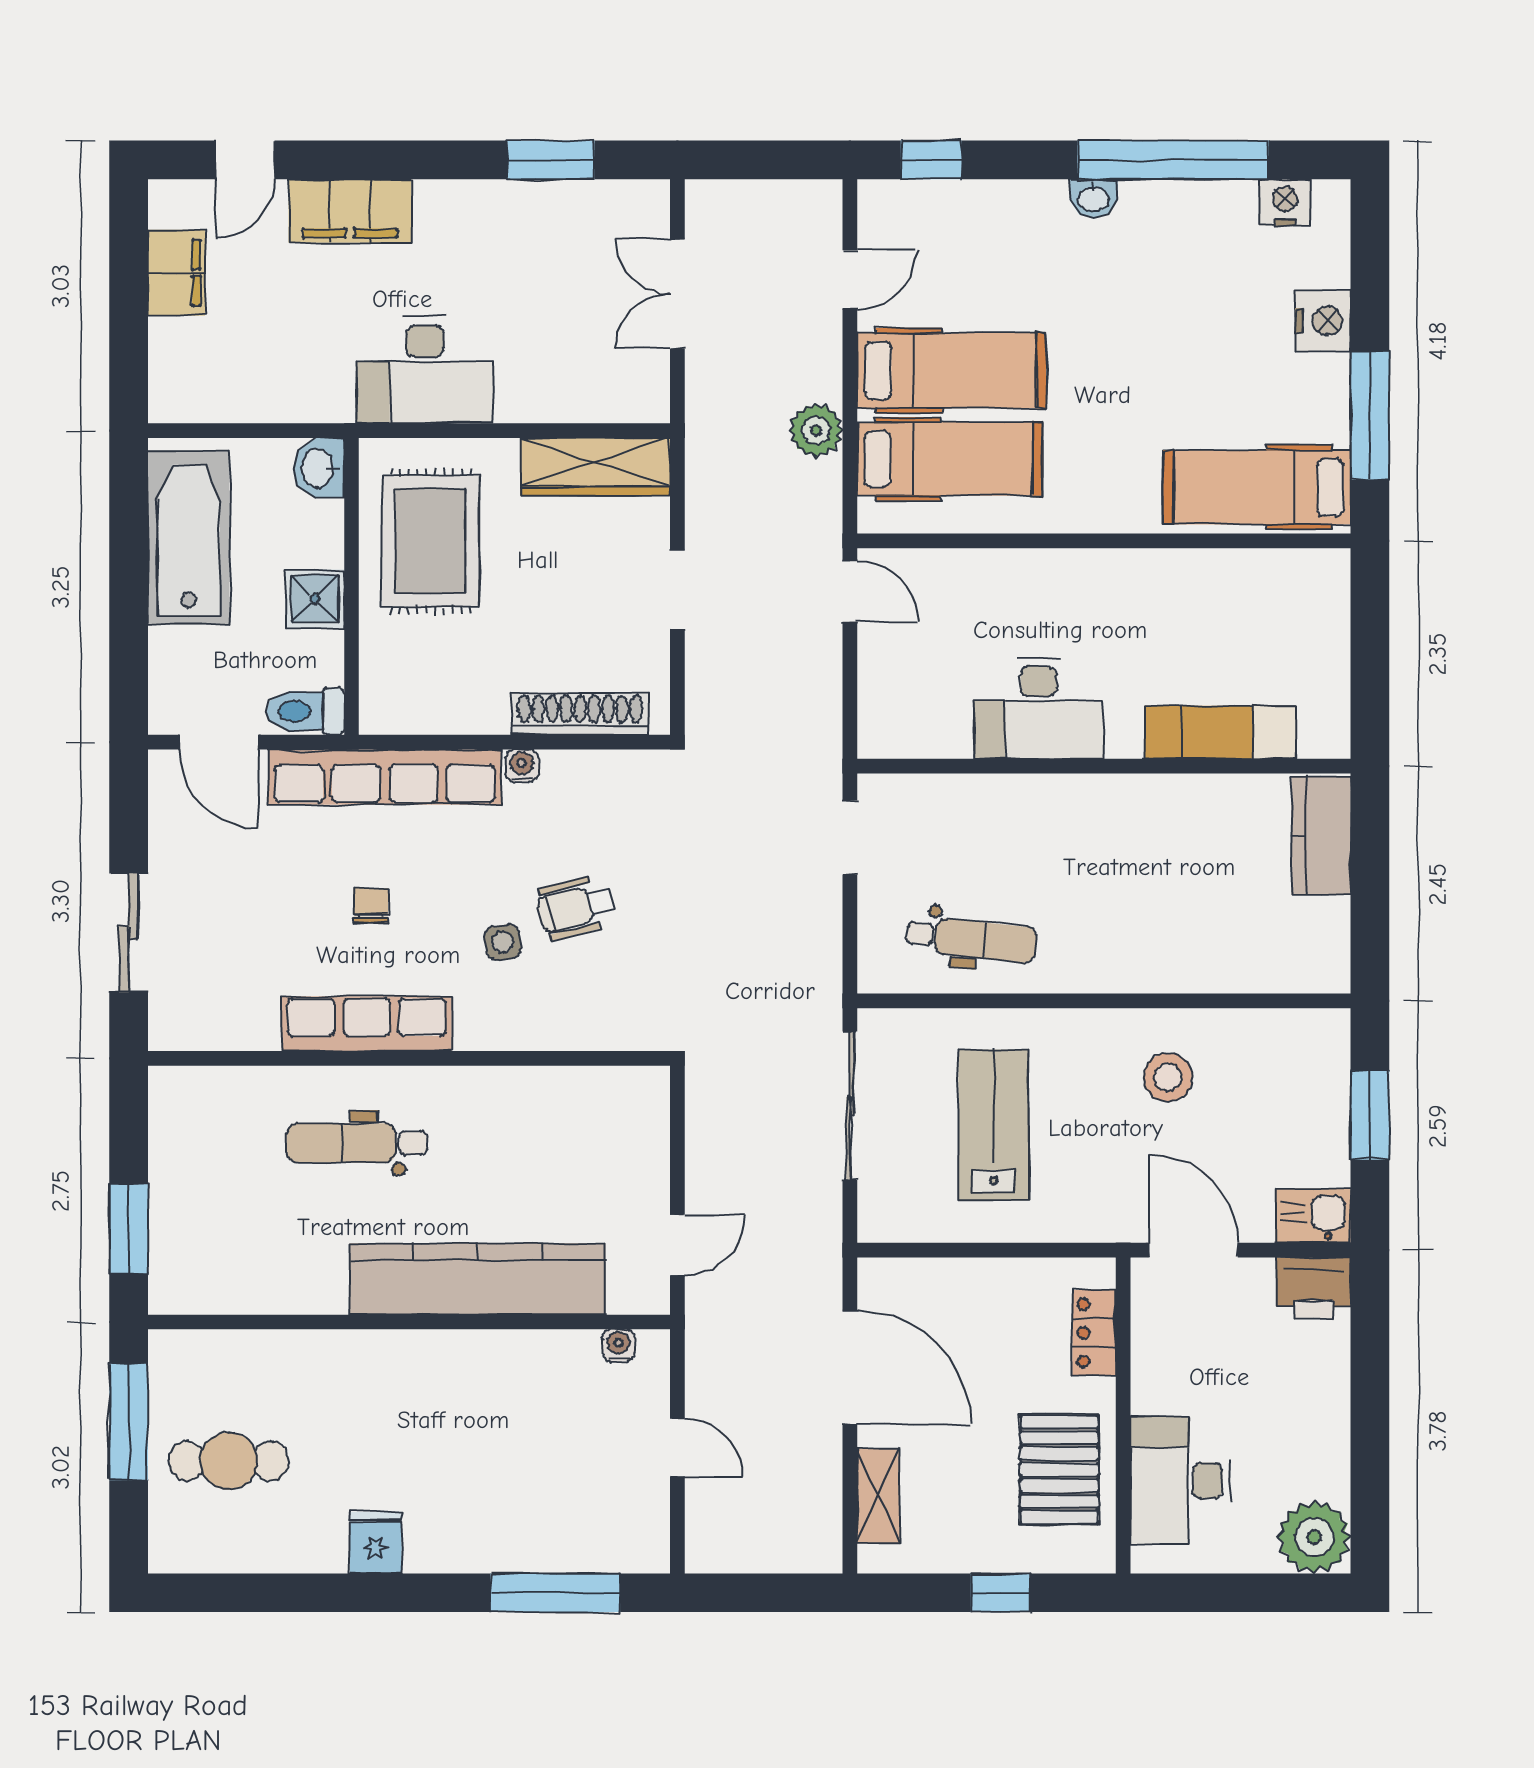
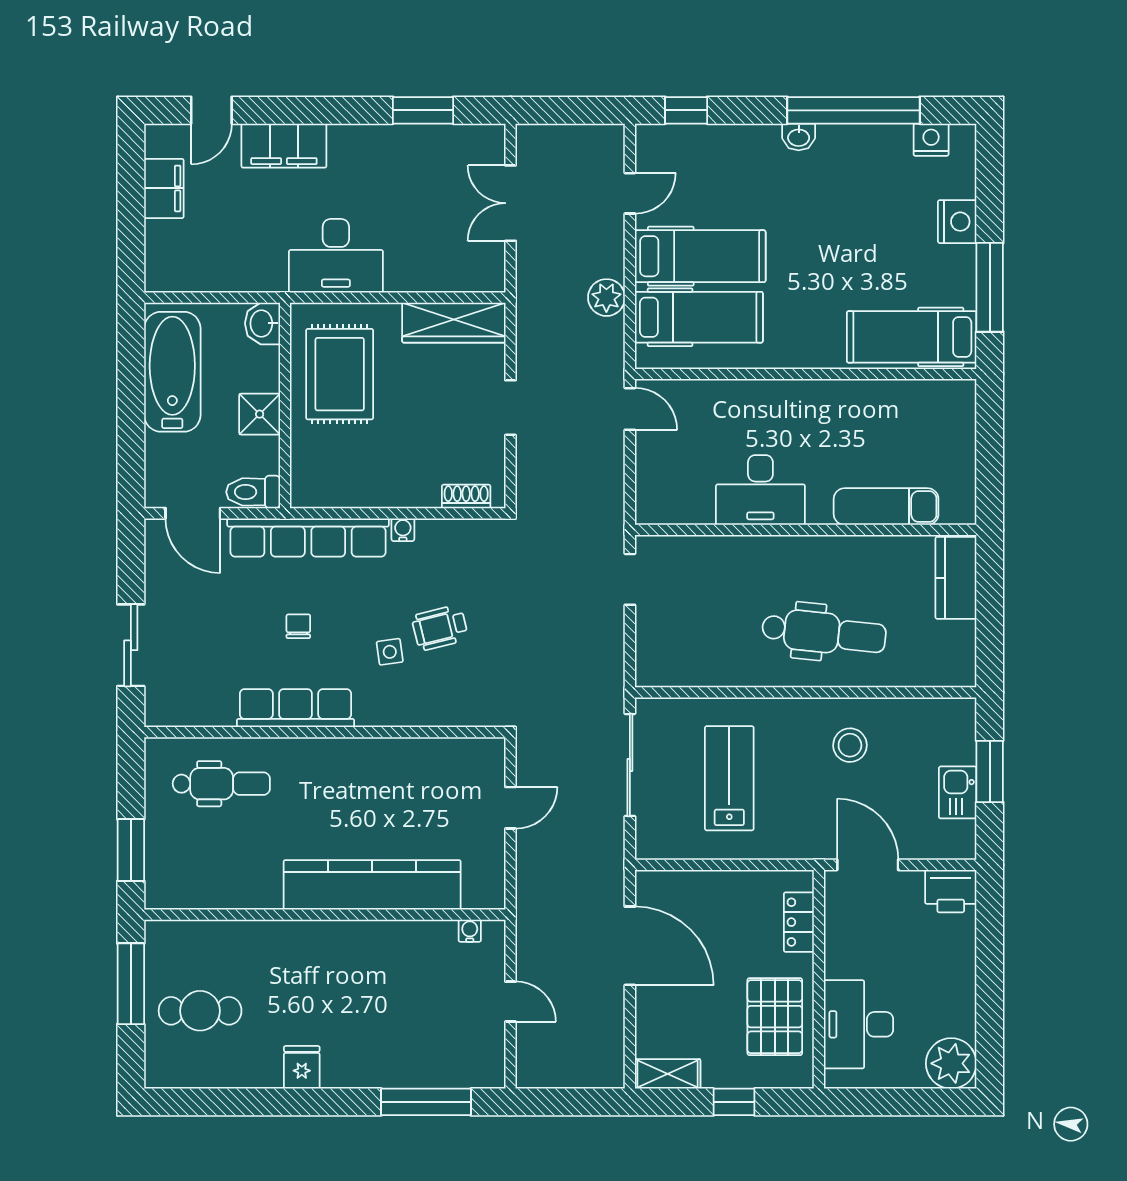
shoe rack: (580, 714) -> (466, 497), width x0.51, depth x0.81
dental chair: (971, 939) -> (824, 633), moved, width x1.36, depth x1.38
dental chair: (357, 1143) -> (221, 784), moved, turned 180
kitchen sink: (1313, 1216) -> (958, 792), moved, turned -90
door: (677, 1245) -> (510, 808), moved
shelving: (878, 1496) -> (668, 1074), moved, turned 90

